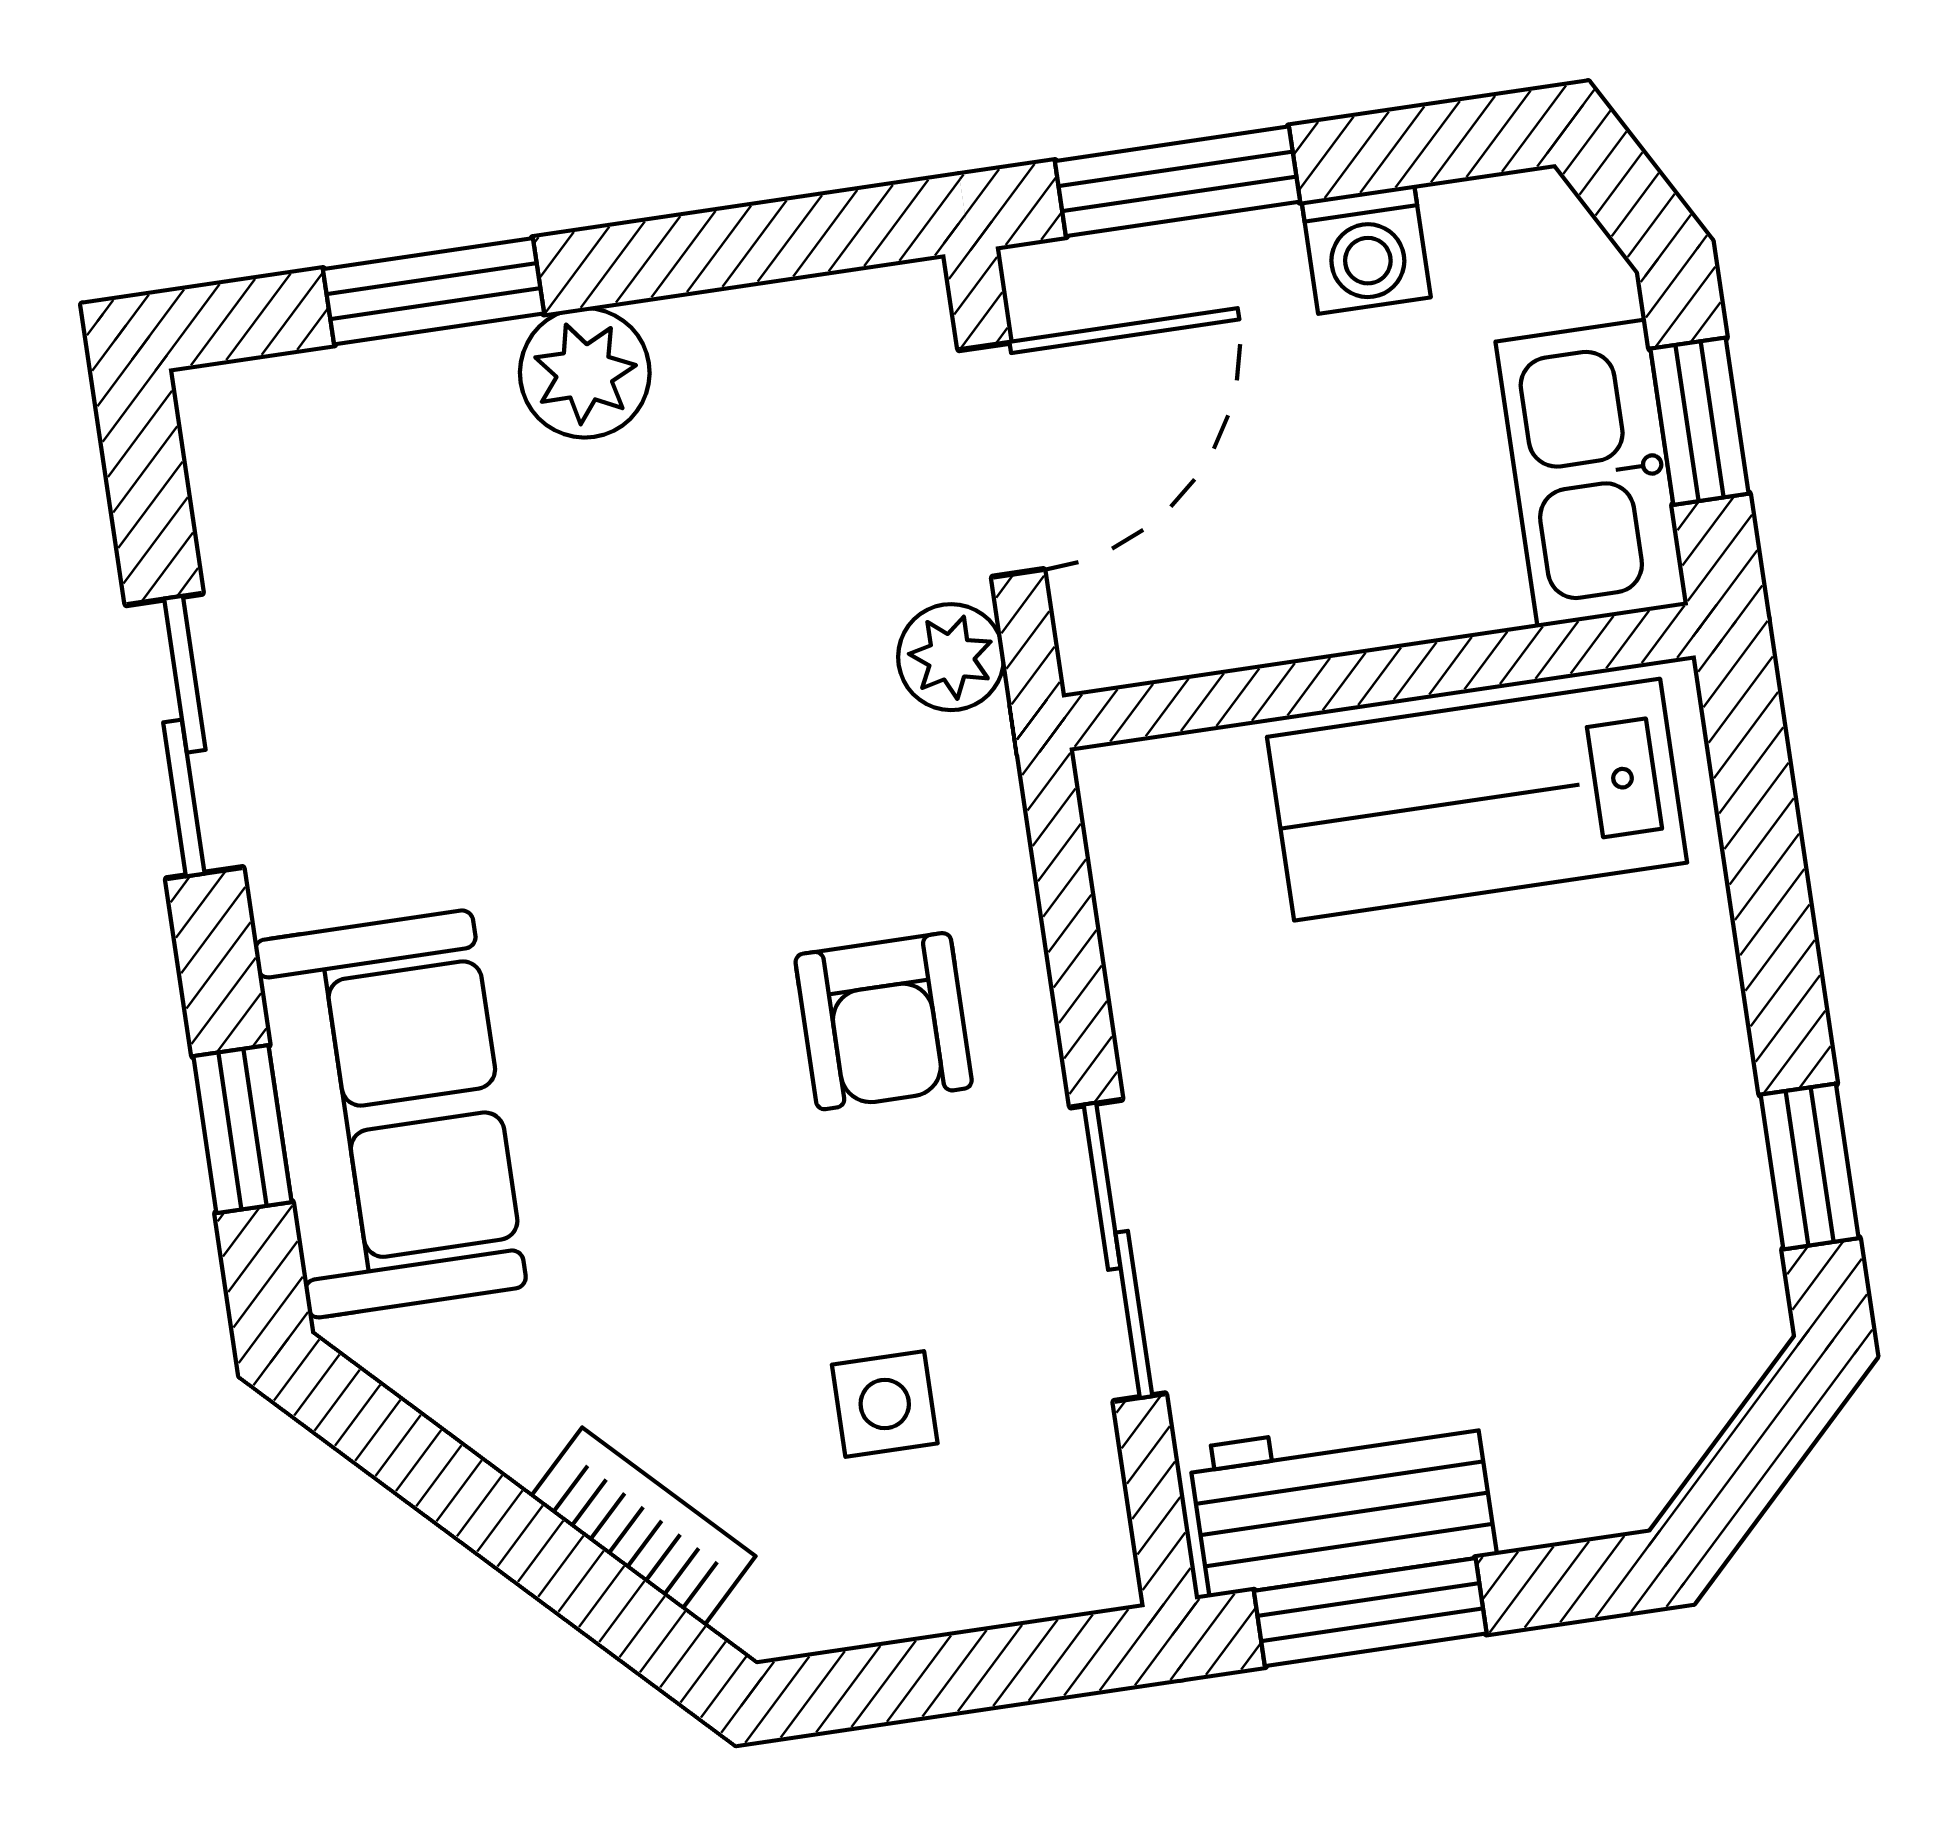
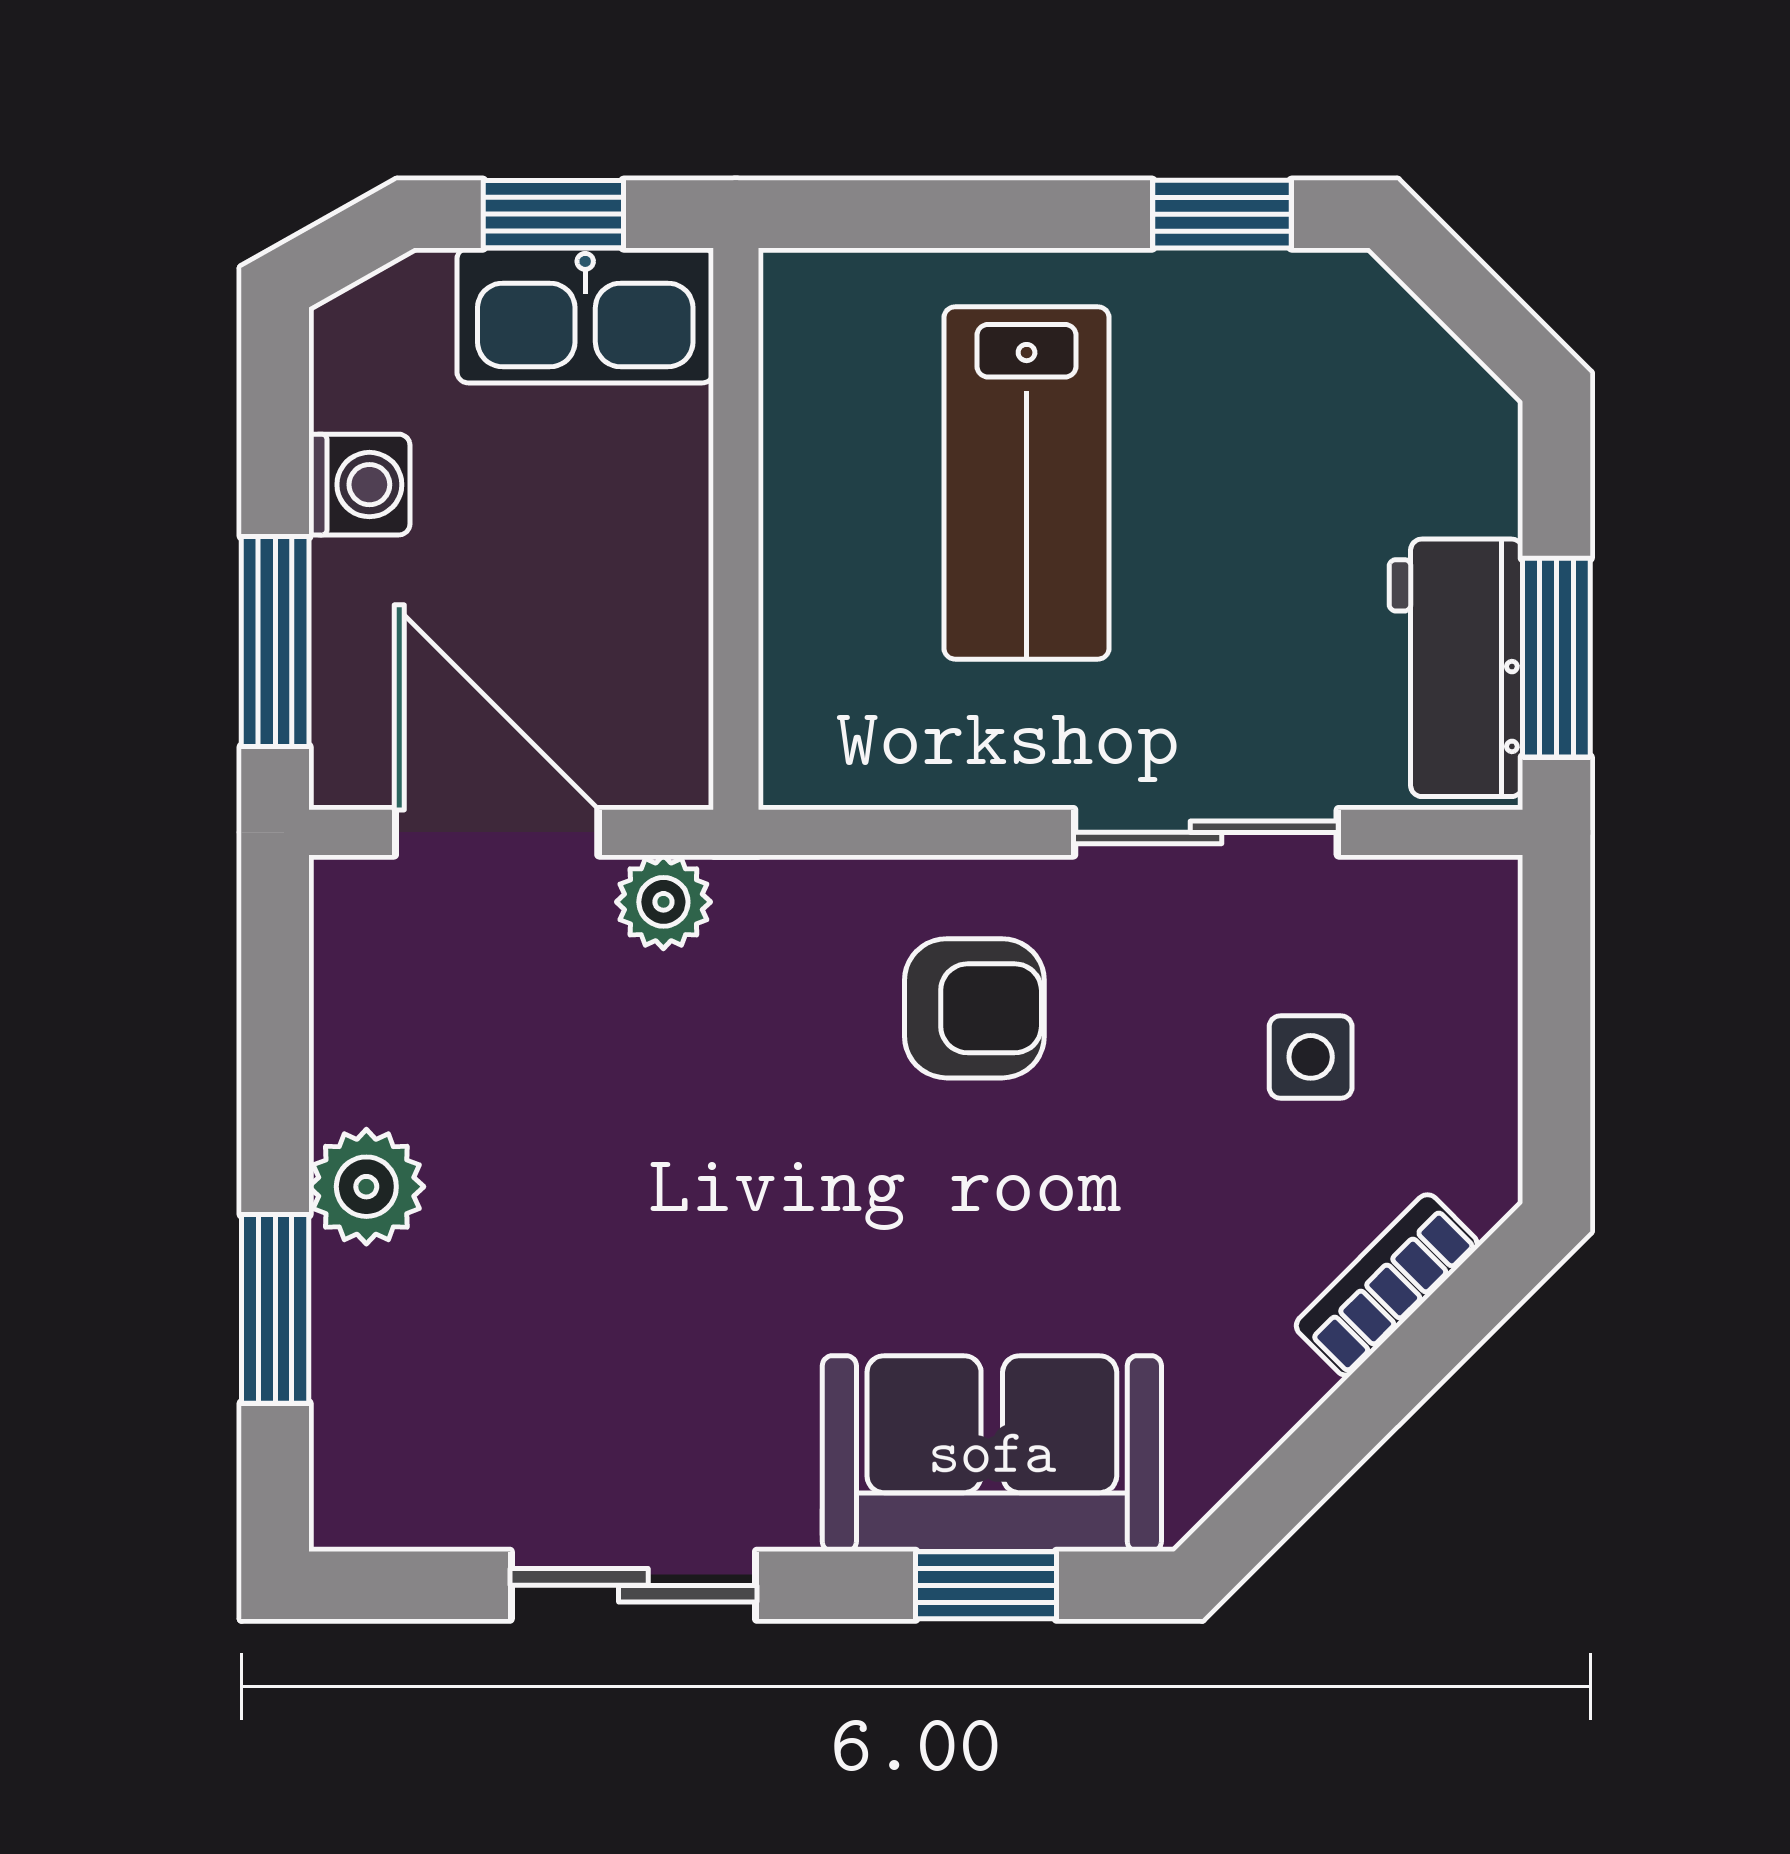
lab bench: (1477, 800) -> (1027, 483), moved

